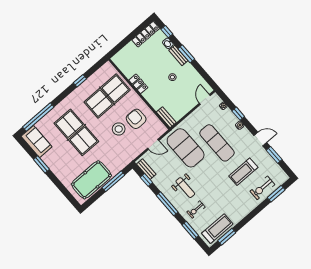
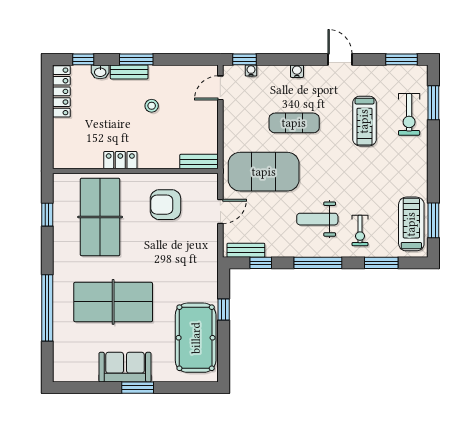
window: (80, 81) -> (47, 215), moved
door: (205, 99) -> (220, 88), hinge flipped
window: (238, 114) -> (245, 59), moved
window: (38, 117) -> (47, 308), moved
stool: (119, 129) -> (159, 240), removed
door: (260, 139) -> (340, 59), hinge flipped
sofa: (37, 142) -> (125, 367), moved
exercise mat: (217, 143) -> (294, 123), width x0.73, depth x0.69
window: (274, 155) -> (402, 59), moved
window: (41, 164) -> (138, 388), moved
window: (113, 181) -> (224, 310), width x0.46
weight bench: (185, 188) -> (317, 219), turned 180

